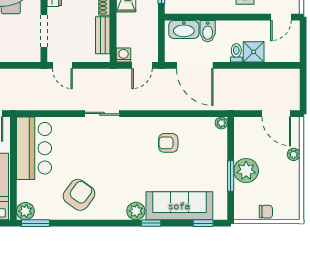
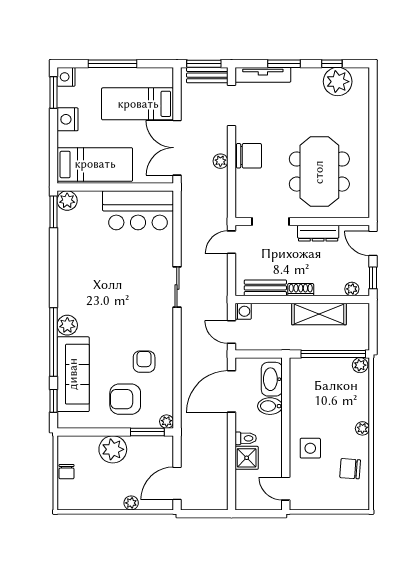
window: (231, 176) -> (147, 432), moved
armchair: (79, 195) -> (125, 399), moved, turned 144
window: (151, 223) -> (54, 342), width x3.17

